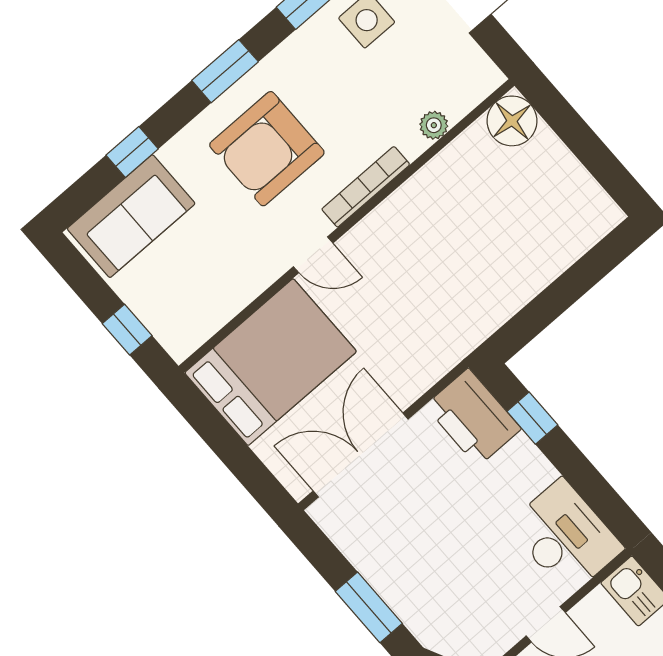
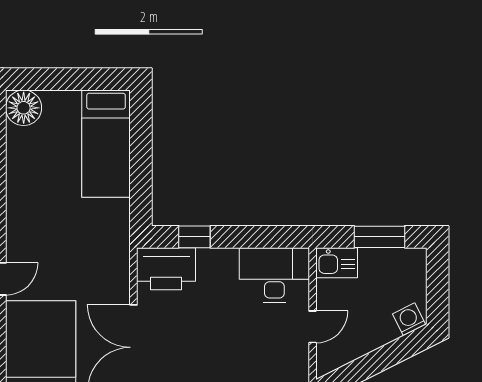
bed: (550, 240) -> (106, 144), added

